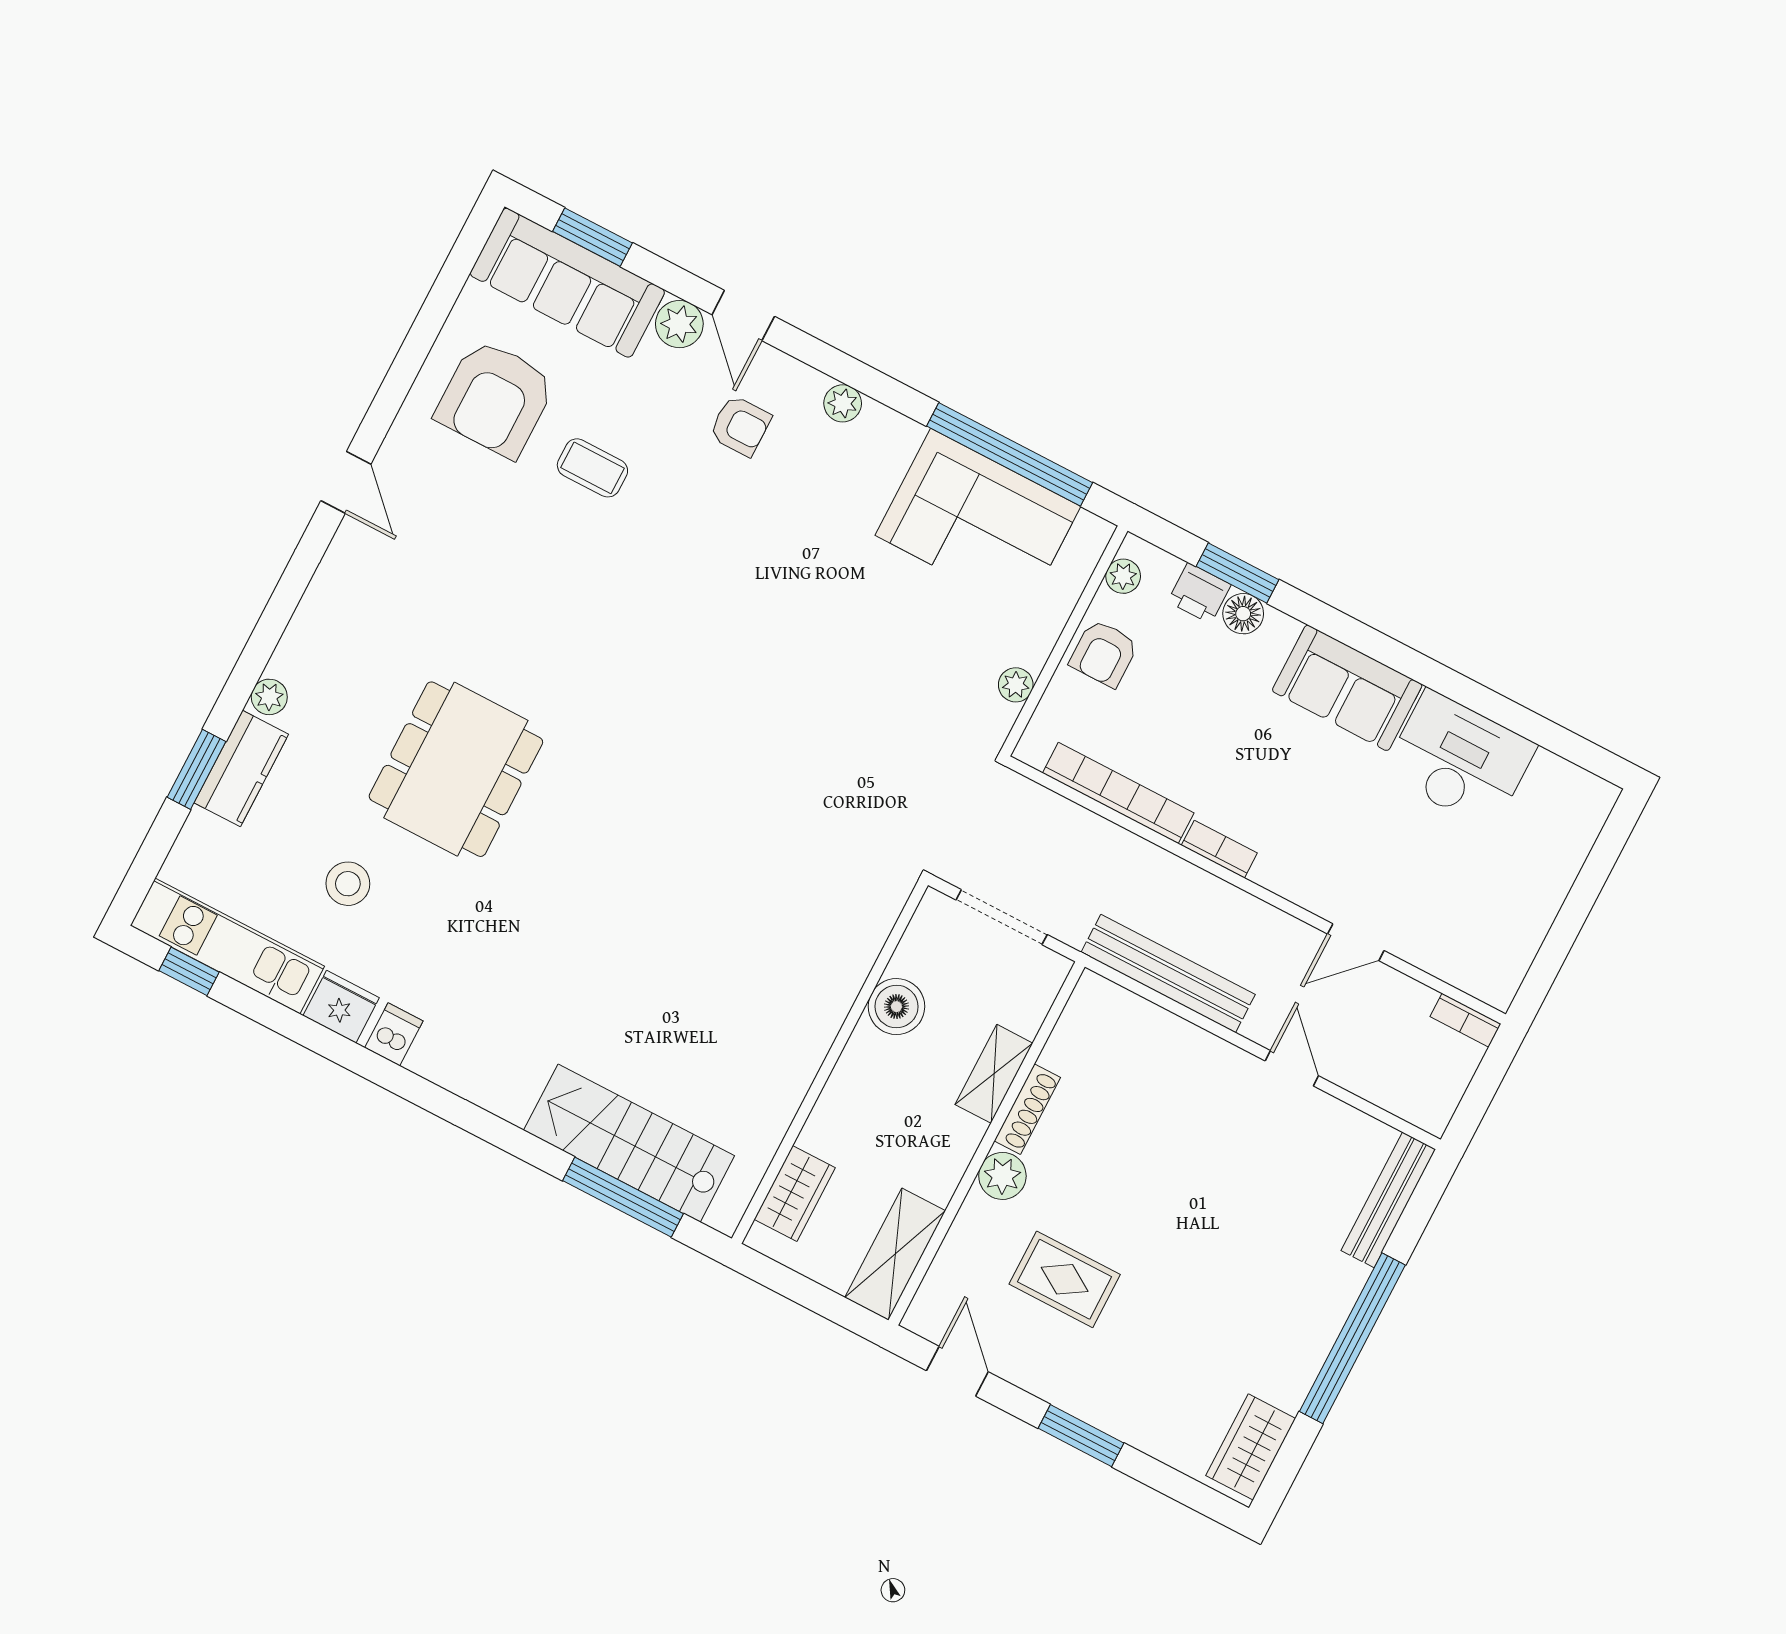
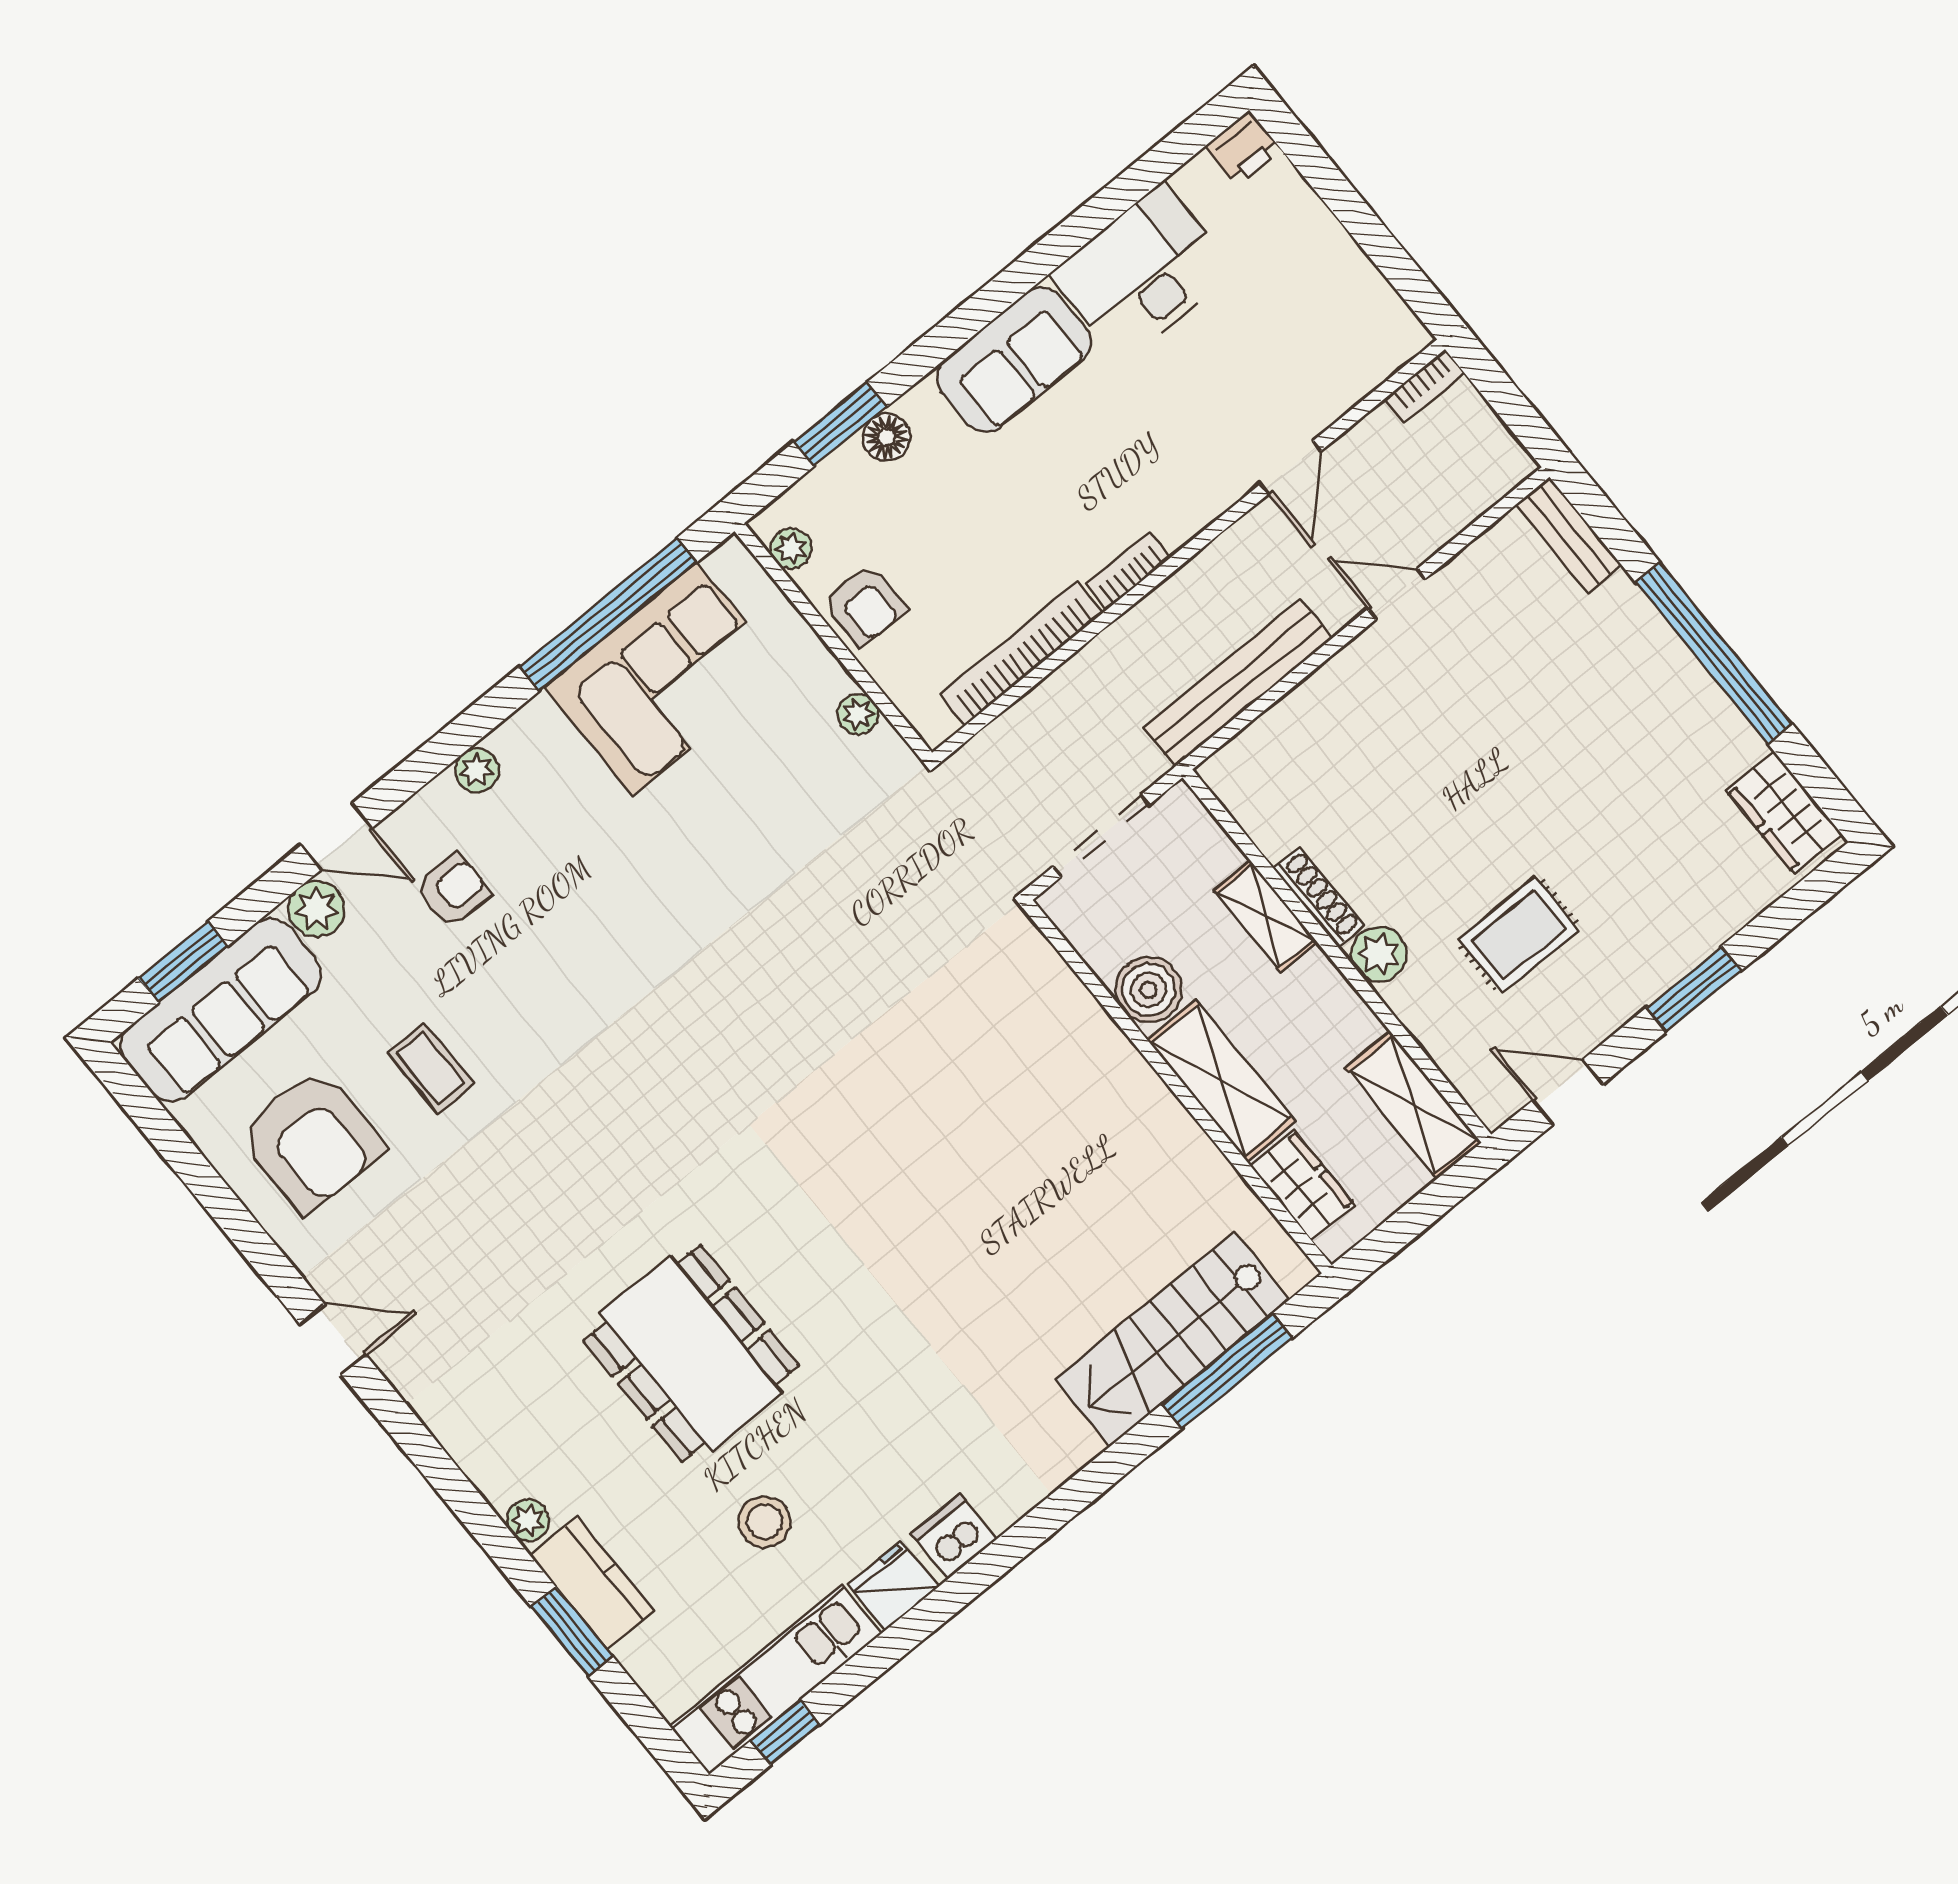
coffee table: (592, 468) -> (431, 1068), turned 90
printer: (1199, 593) -> (1243, 148), moved
dishwasher: (394, 1034) -> (954, 1536), width x1.38
shelving: (850, 1094) -> (1221, 1080), added
bench: (1388, 1200) -> (1569, 535), width x0.73

